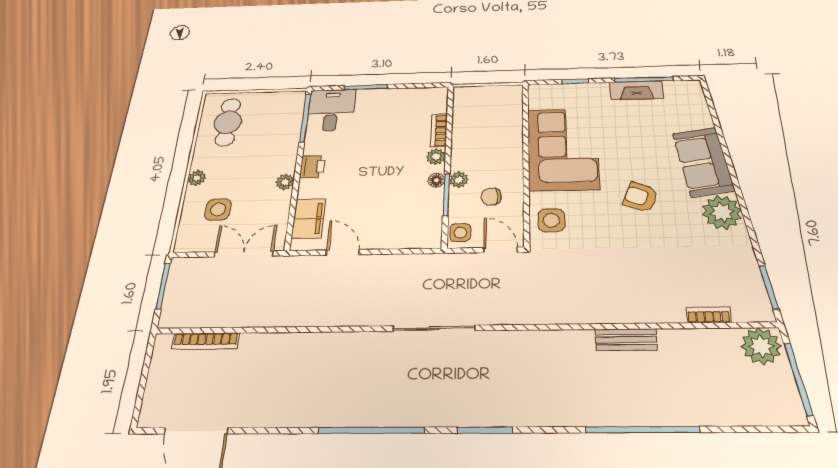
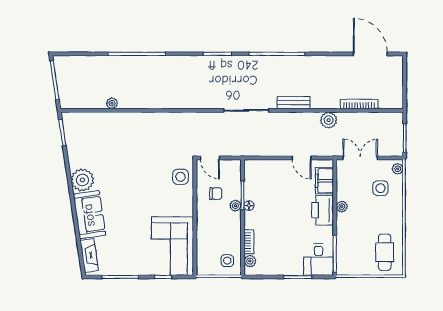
fireplace: (636, 90) -> (89, 255), moved, turned 82
corner sofa: (563, 149) -> (172, 246), moved
plant: (436, 157) -> (250, 261), moved
printer: (312, 167) -> (323, 210), width x1.87, depth x1.48
plant: (197, 178) -> (398, 169), moved
armchair: (641, 197) -> (128, 191), removed
side table: (460, 233) -> (227, 261), moved
double door: (244, 254) -> (360, 158), swing flipped
plant: (289, 314) -> (329, 120), added
bookcase: (709, 315) -> (97, 116), removed
bench: (626, 340) -> (294, 103), moved
bookcase: (205, 341) -> (359, 104), moved
plant: (761, 346) -> (112, 103), moved, width x0.53, depth x0.53

